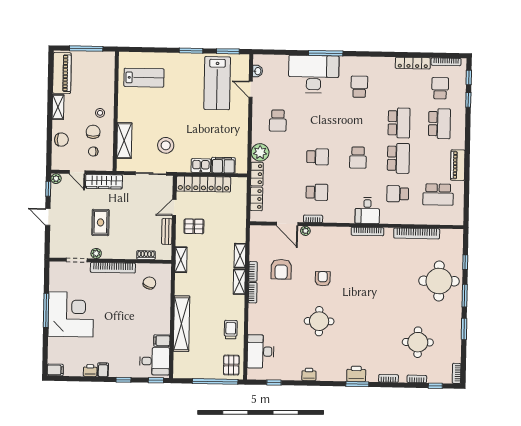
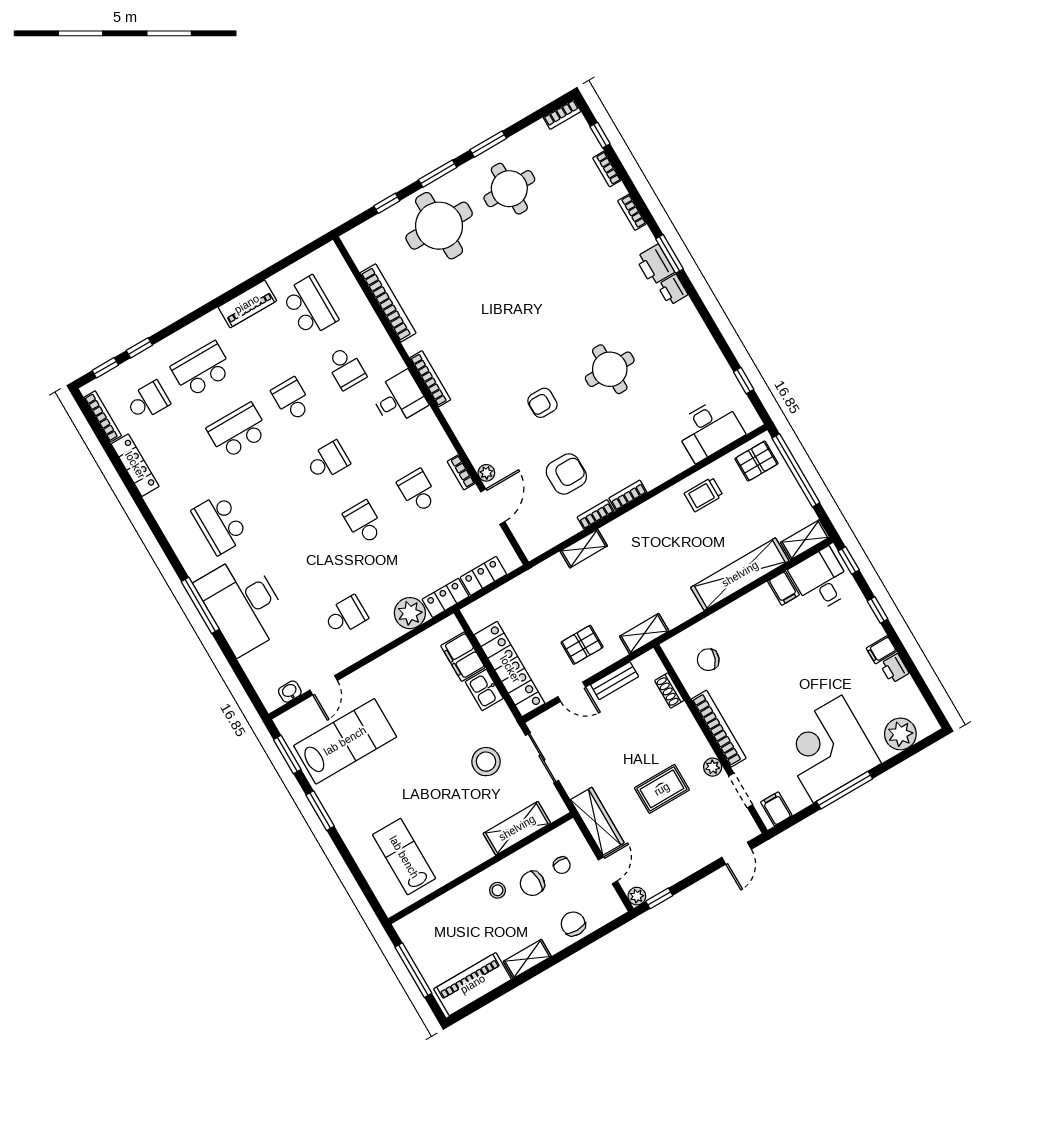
school desk: (359, 87) -> (220, 524), width x1.85
school desk: (440, 88) -> (148, 401), turned 180
school desk: (398, 158) -> (292, 399), width x0.54
door: (48, 217) -> (737, 853), moved
pallet: (194, 226) -> (582, 645), turned 90
shelving: (239, 282) -> (805, 540), moved
round table: (418, 342) -> (509, 189), moved
plant: (57, 354) -> (900, 734), added
filing cabinet: (55, 370) -> (776, 809), moved
printer: (309, 374) -> (673, 290), moved

